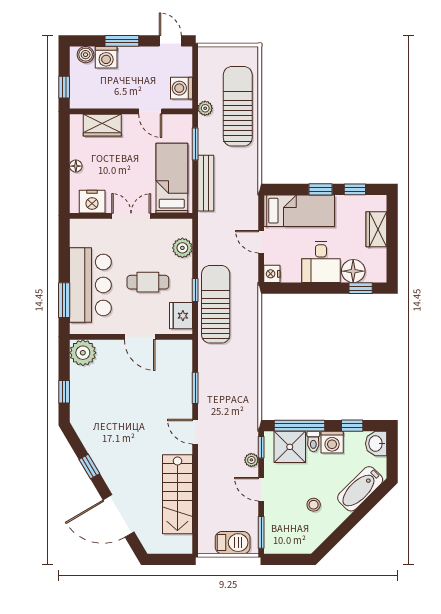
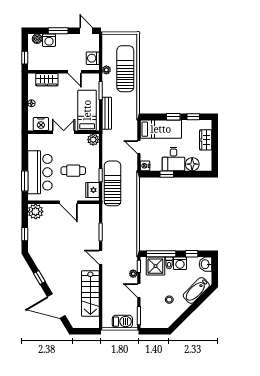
plant: (182, 248) -> (93, 140), moved
window: (361, 288) -> (167, 174), moved

